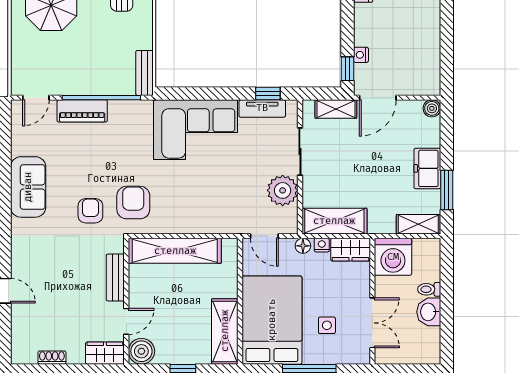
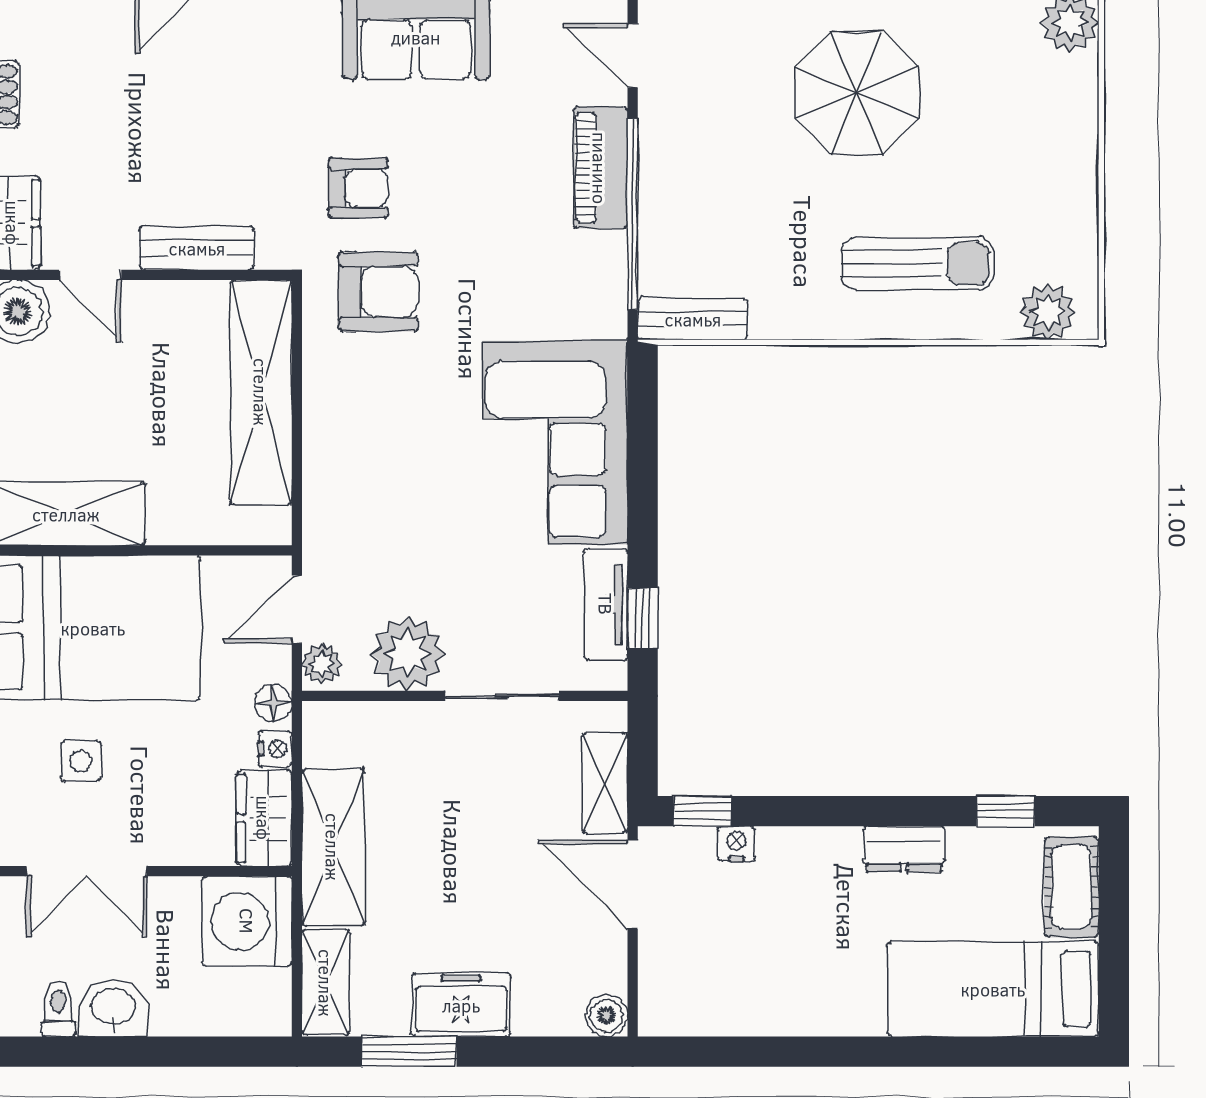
shelving: (334, 221) -> (333, 847), moved
plant: (287, 226) -> (322, 664), added
toilet: (429, 289) -> (58, 1009), moved

